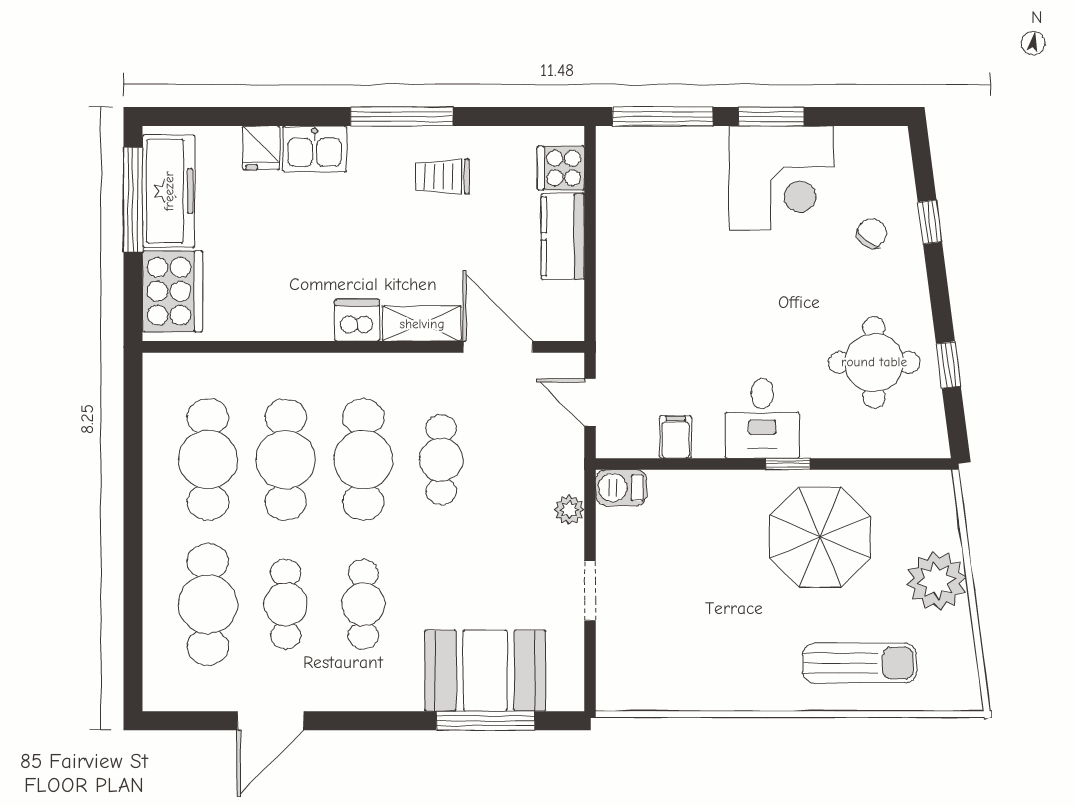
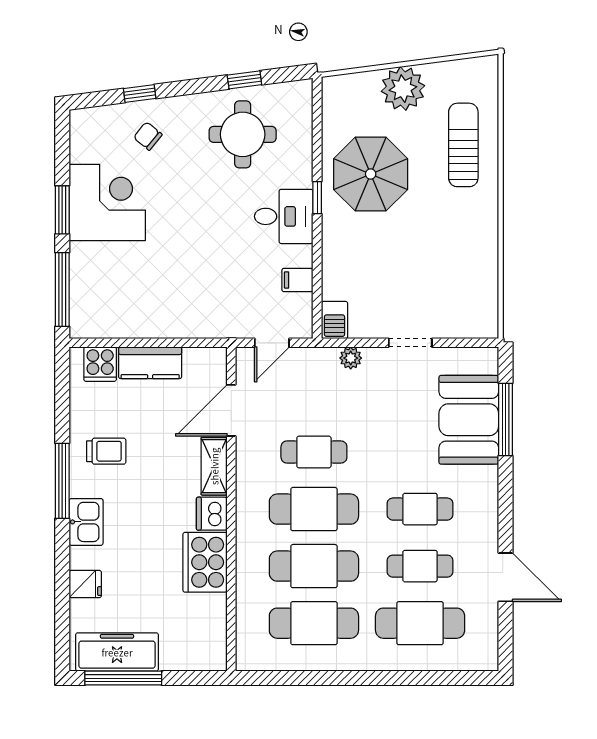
kitchen sink: (315, 149) -> (86, 522), moved
trolley: (442, 177) -> (106, 451), turned -90
cooker: (173, 291) -> (205, 562), moved, turned -90

